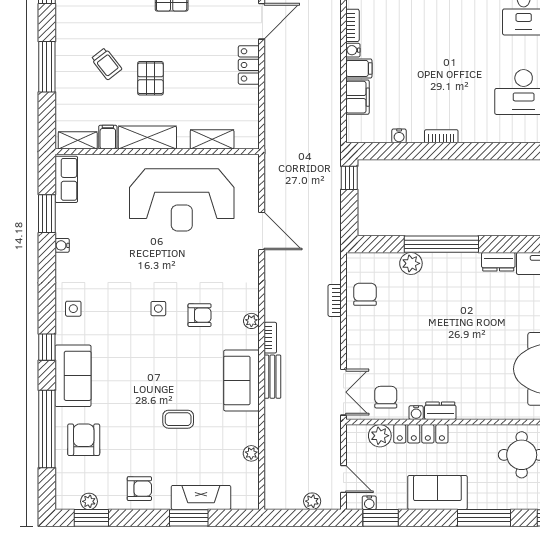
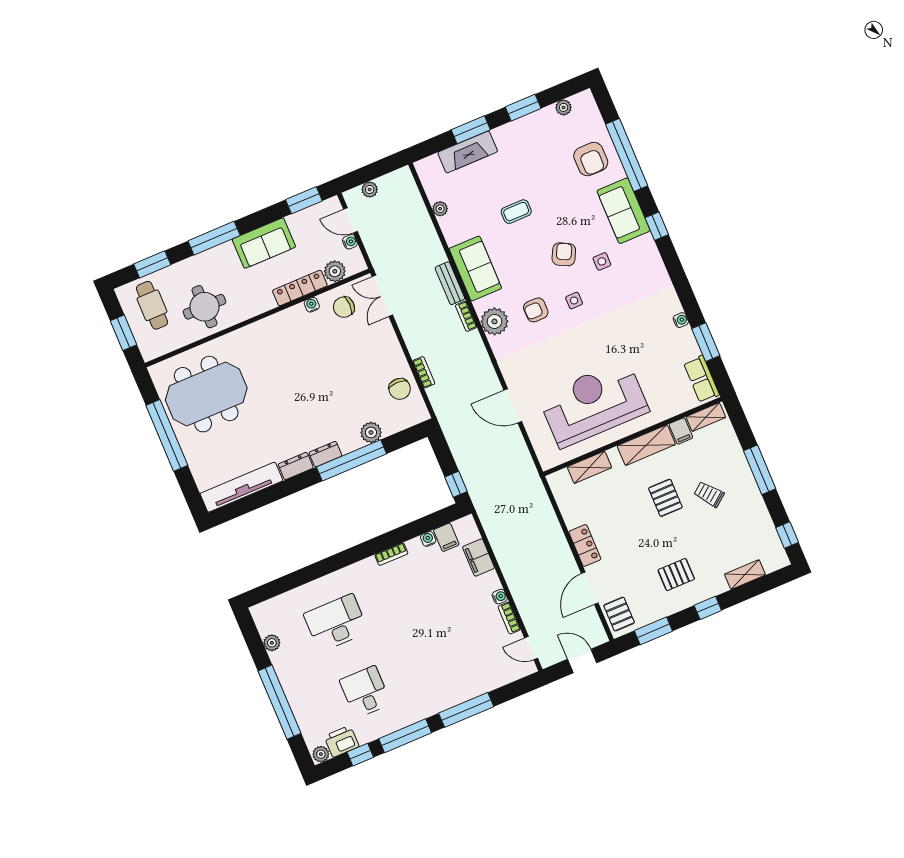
filing cabinet: (359, 68) -> (446, 537), moved, turned -90
side table: (73, 309) -> (602, 261), moved
plant: (251, 321) -> (494, 321), width x1.88, depth x1.88
chair: (386, 397) -> (344, 307), turned 90
dresser: (440, 411) -> (325, 454), moved, turned 180
armchair: (139, 489) -> (564, 254), moved, turned 117
water cooler: (369, 503) -> (350, 242), moved, turned 90
window: (91, 518) -> (523, 108), moved

